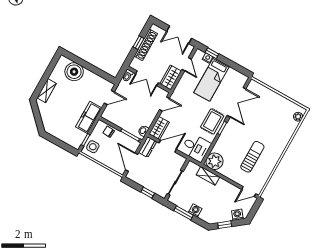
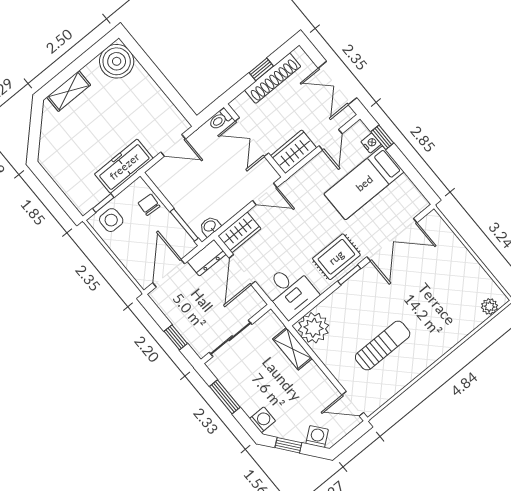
boiler: (74, 72) -> (117, 61), moved
door: (168, 146) -> (242, 270), swing flipped
washing machine: (195, 210) -> (263, 420), moved

